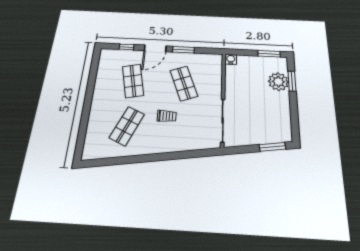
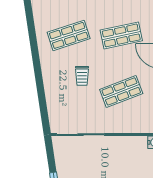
shop shelf: (127, 126) -> (69, 35), turned -42

